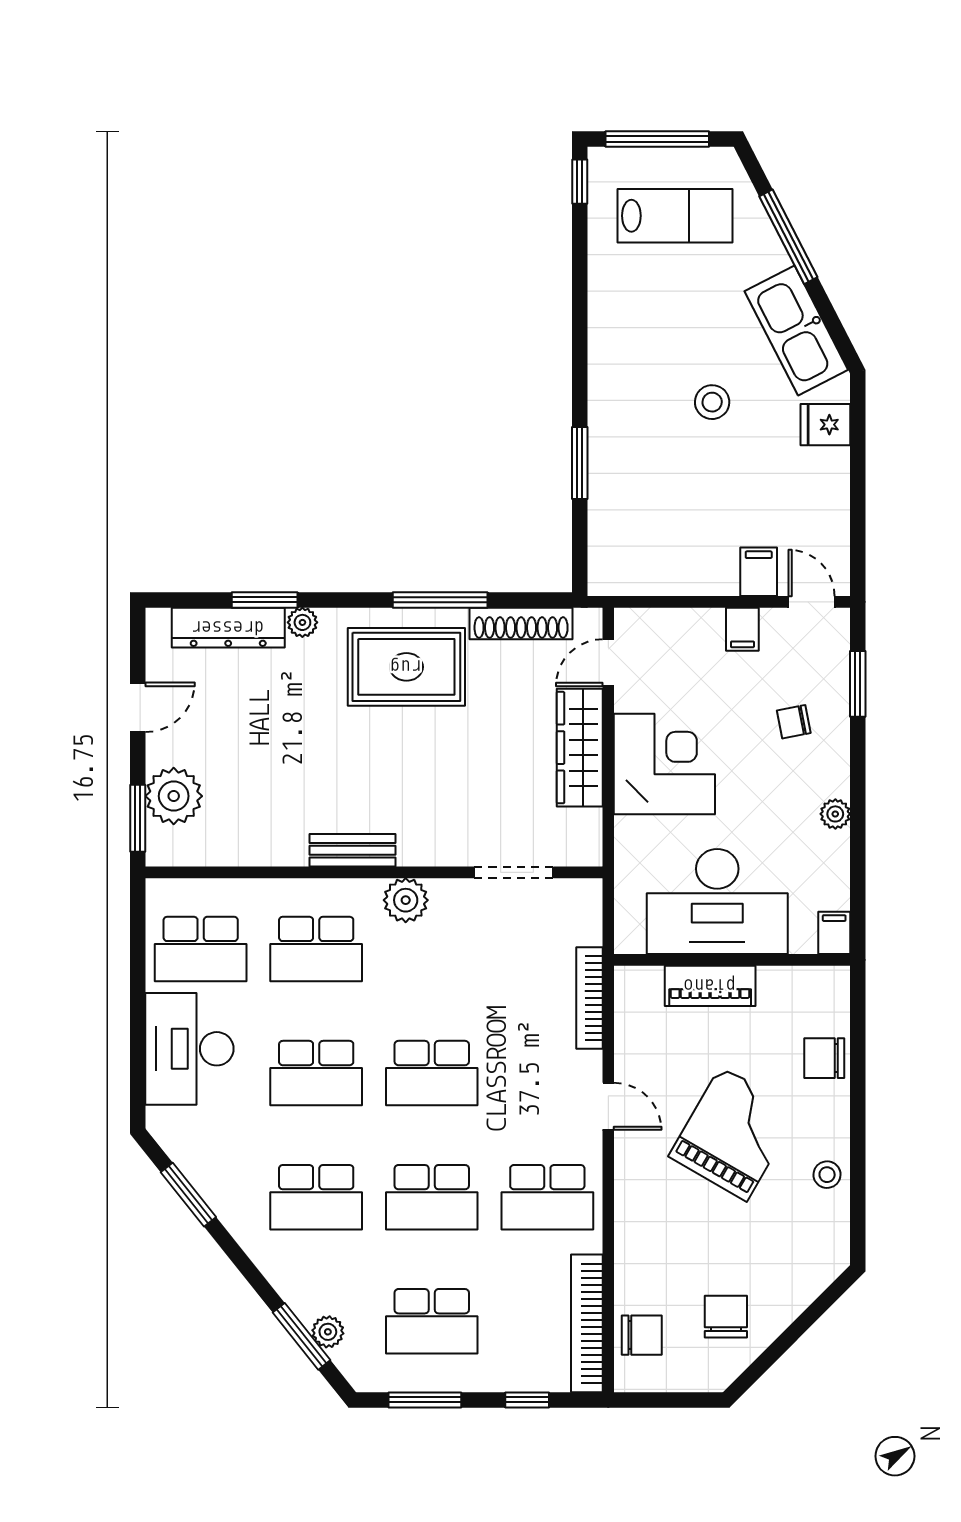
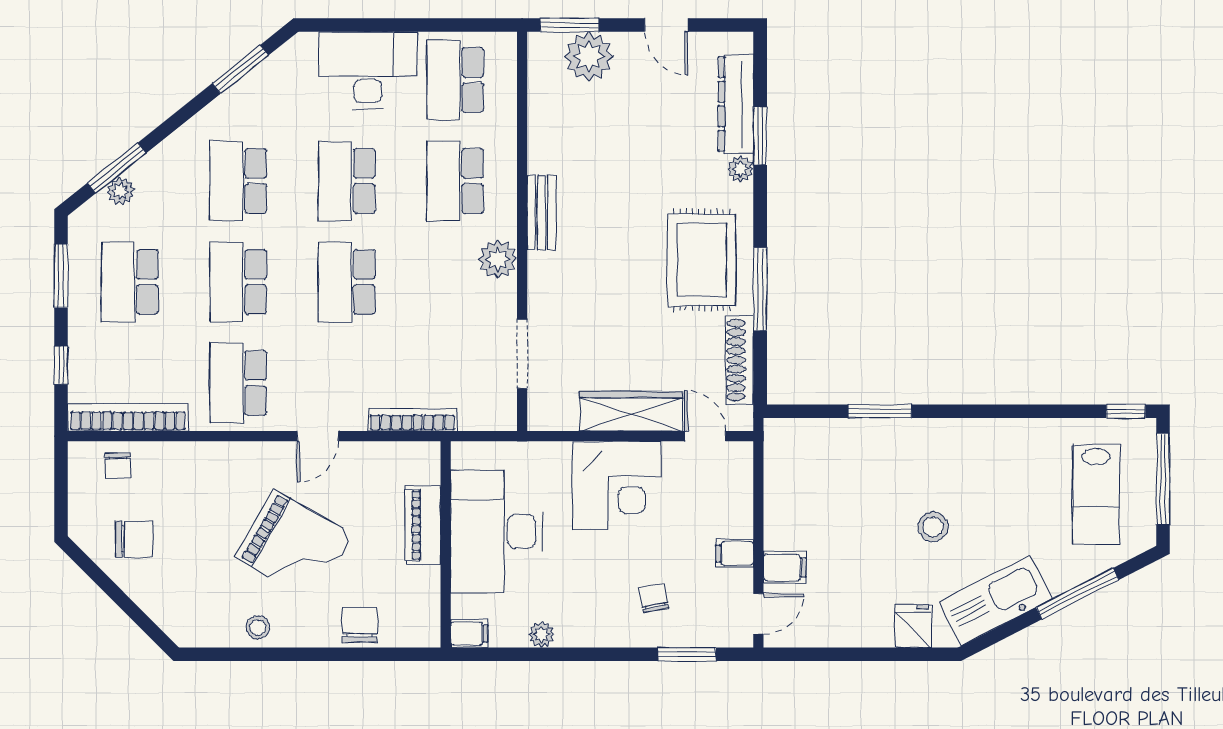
plant: (835, 814) -> (542, 635), moved
chair: (642, 1335) -> (118, 465), width x0.73, depth x0.73

